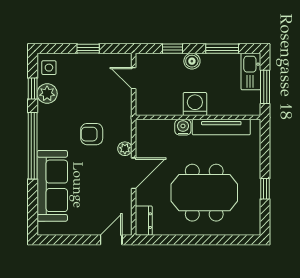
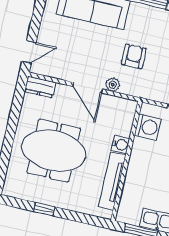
washing machine: (195, 104) -> (148, 127), moved
meeting table: (204, 193) -> (54, 151), turned 90
door: (111, 240) -> (29, 52), hinge flipped

